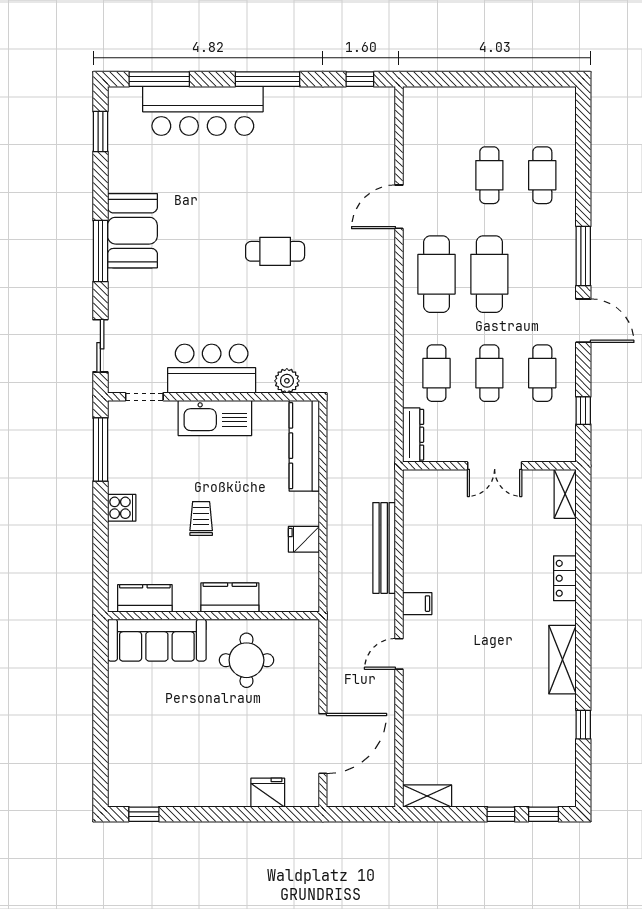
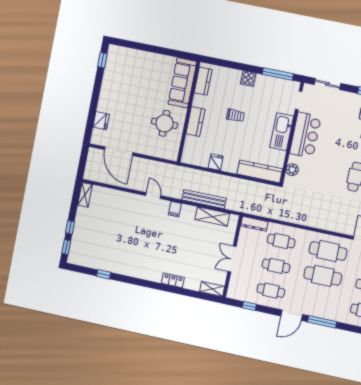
shelving: (562, 660) -> (212, 217), moved

